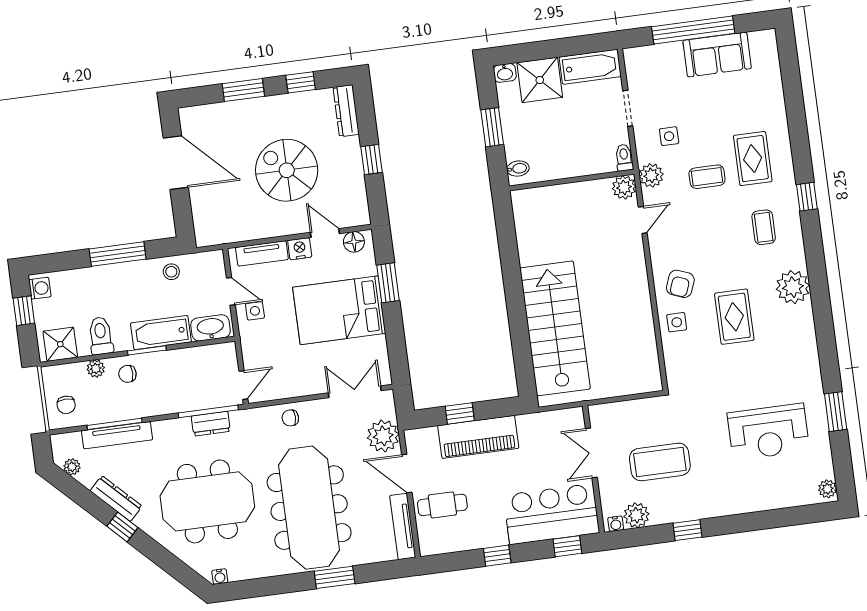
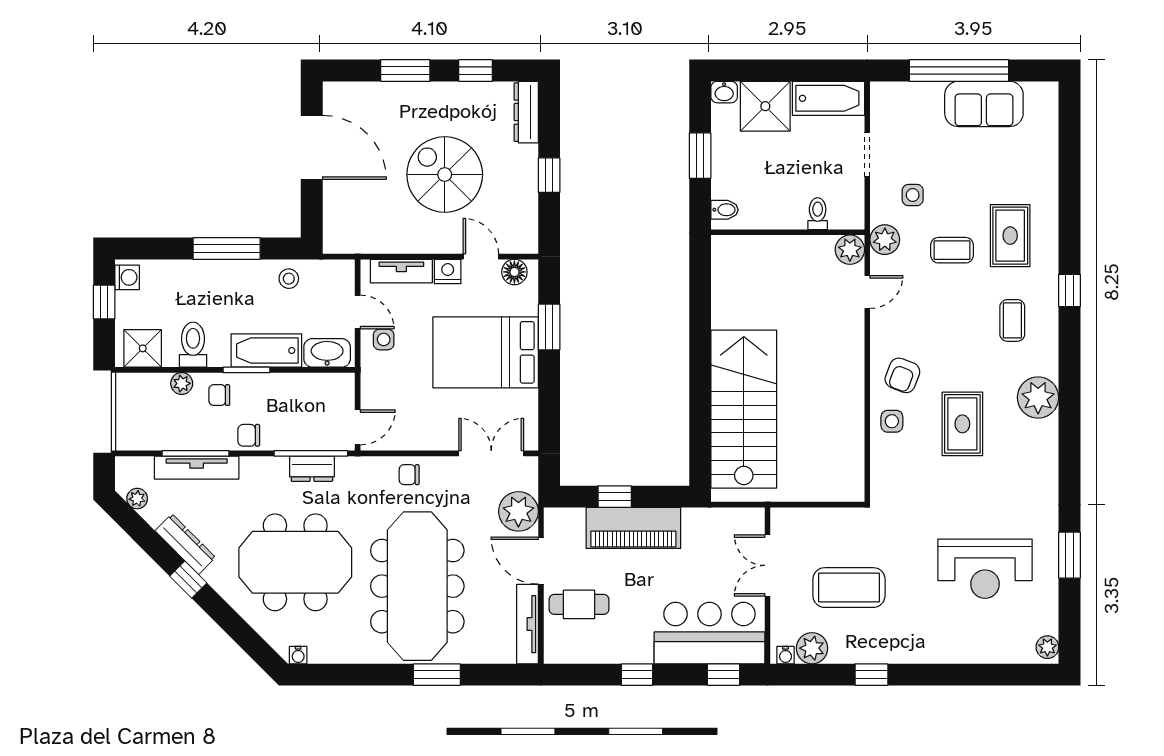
toilet: (624, 158) -> (818, 214), moved
chair: (66, 405) -> (249, 435), moved, turned 90

